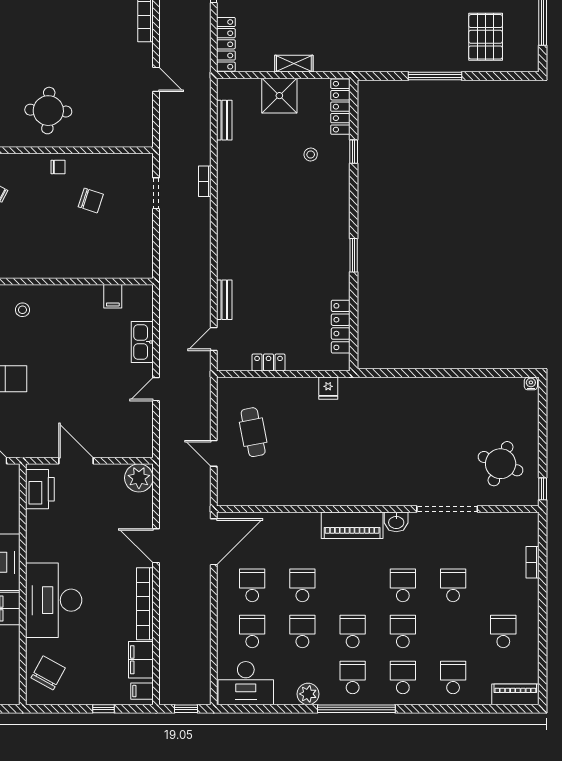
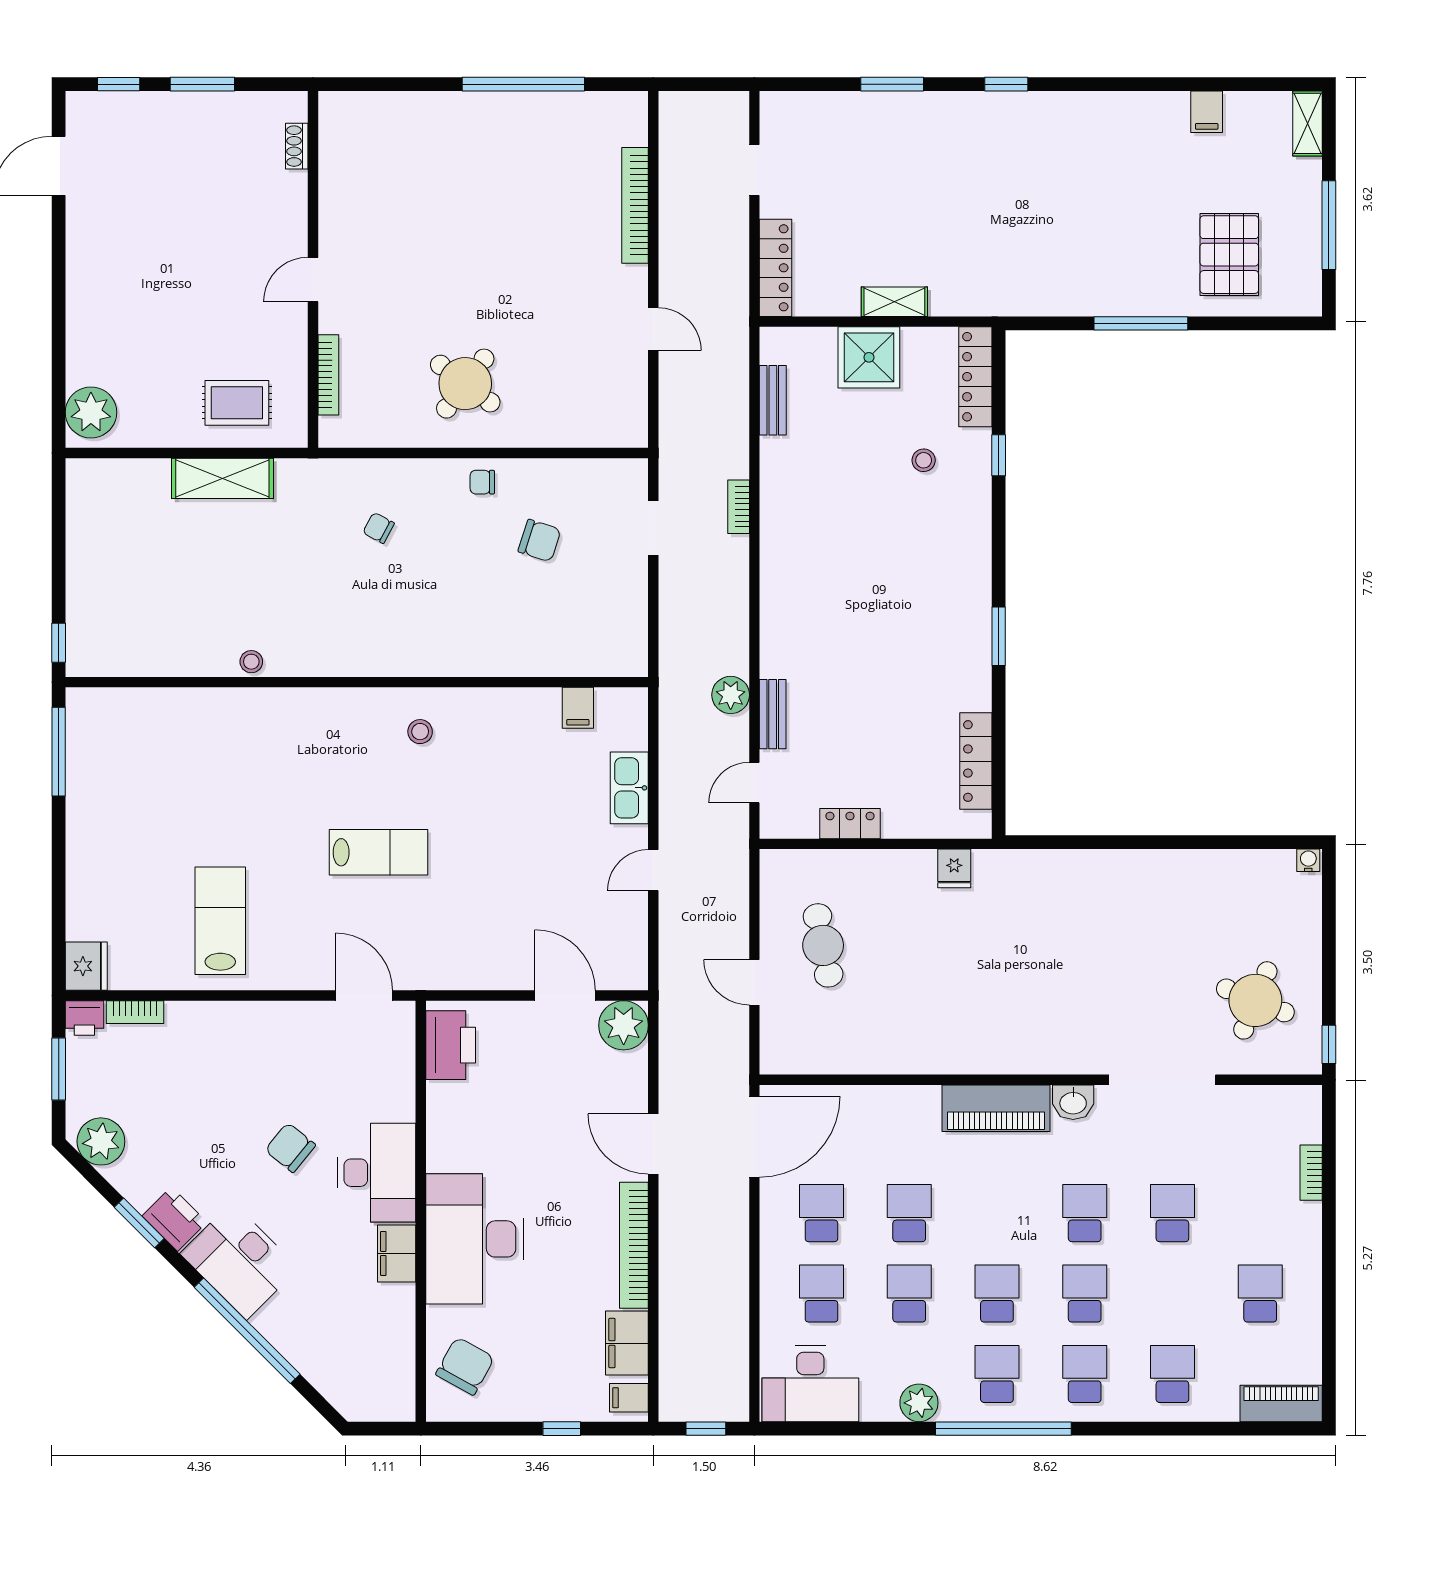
round table: (48, 111) -> (465, 384), turned 34
chair: (58, 167) -> (482, 482), turned 180
plant: (200, 289) -> (731, 695), added
door: (76, 461) -> (565, 996), moved

